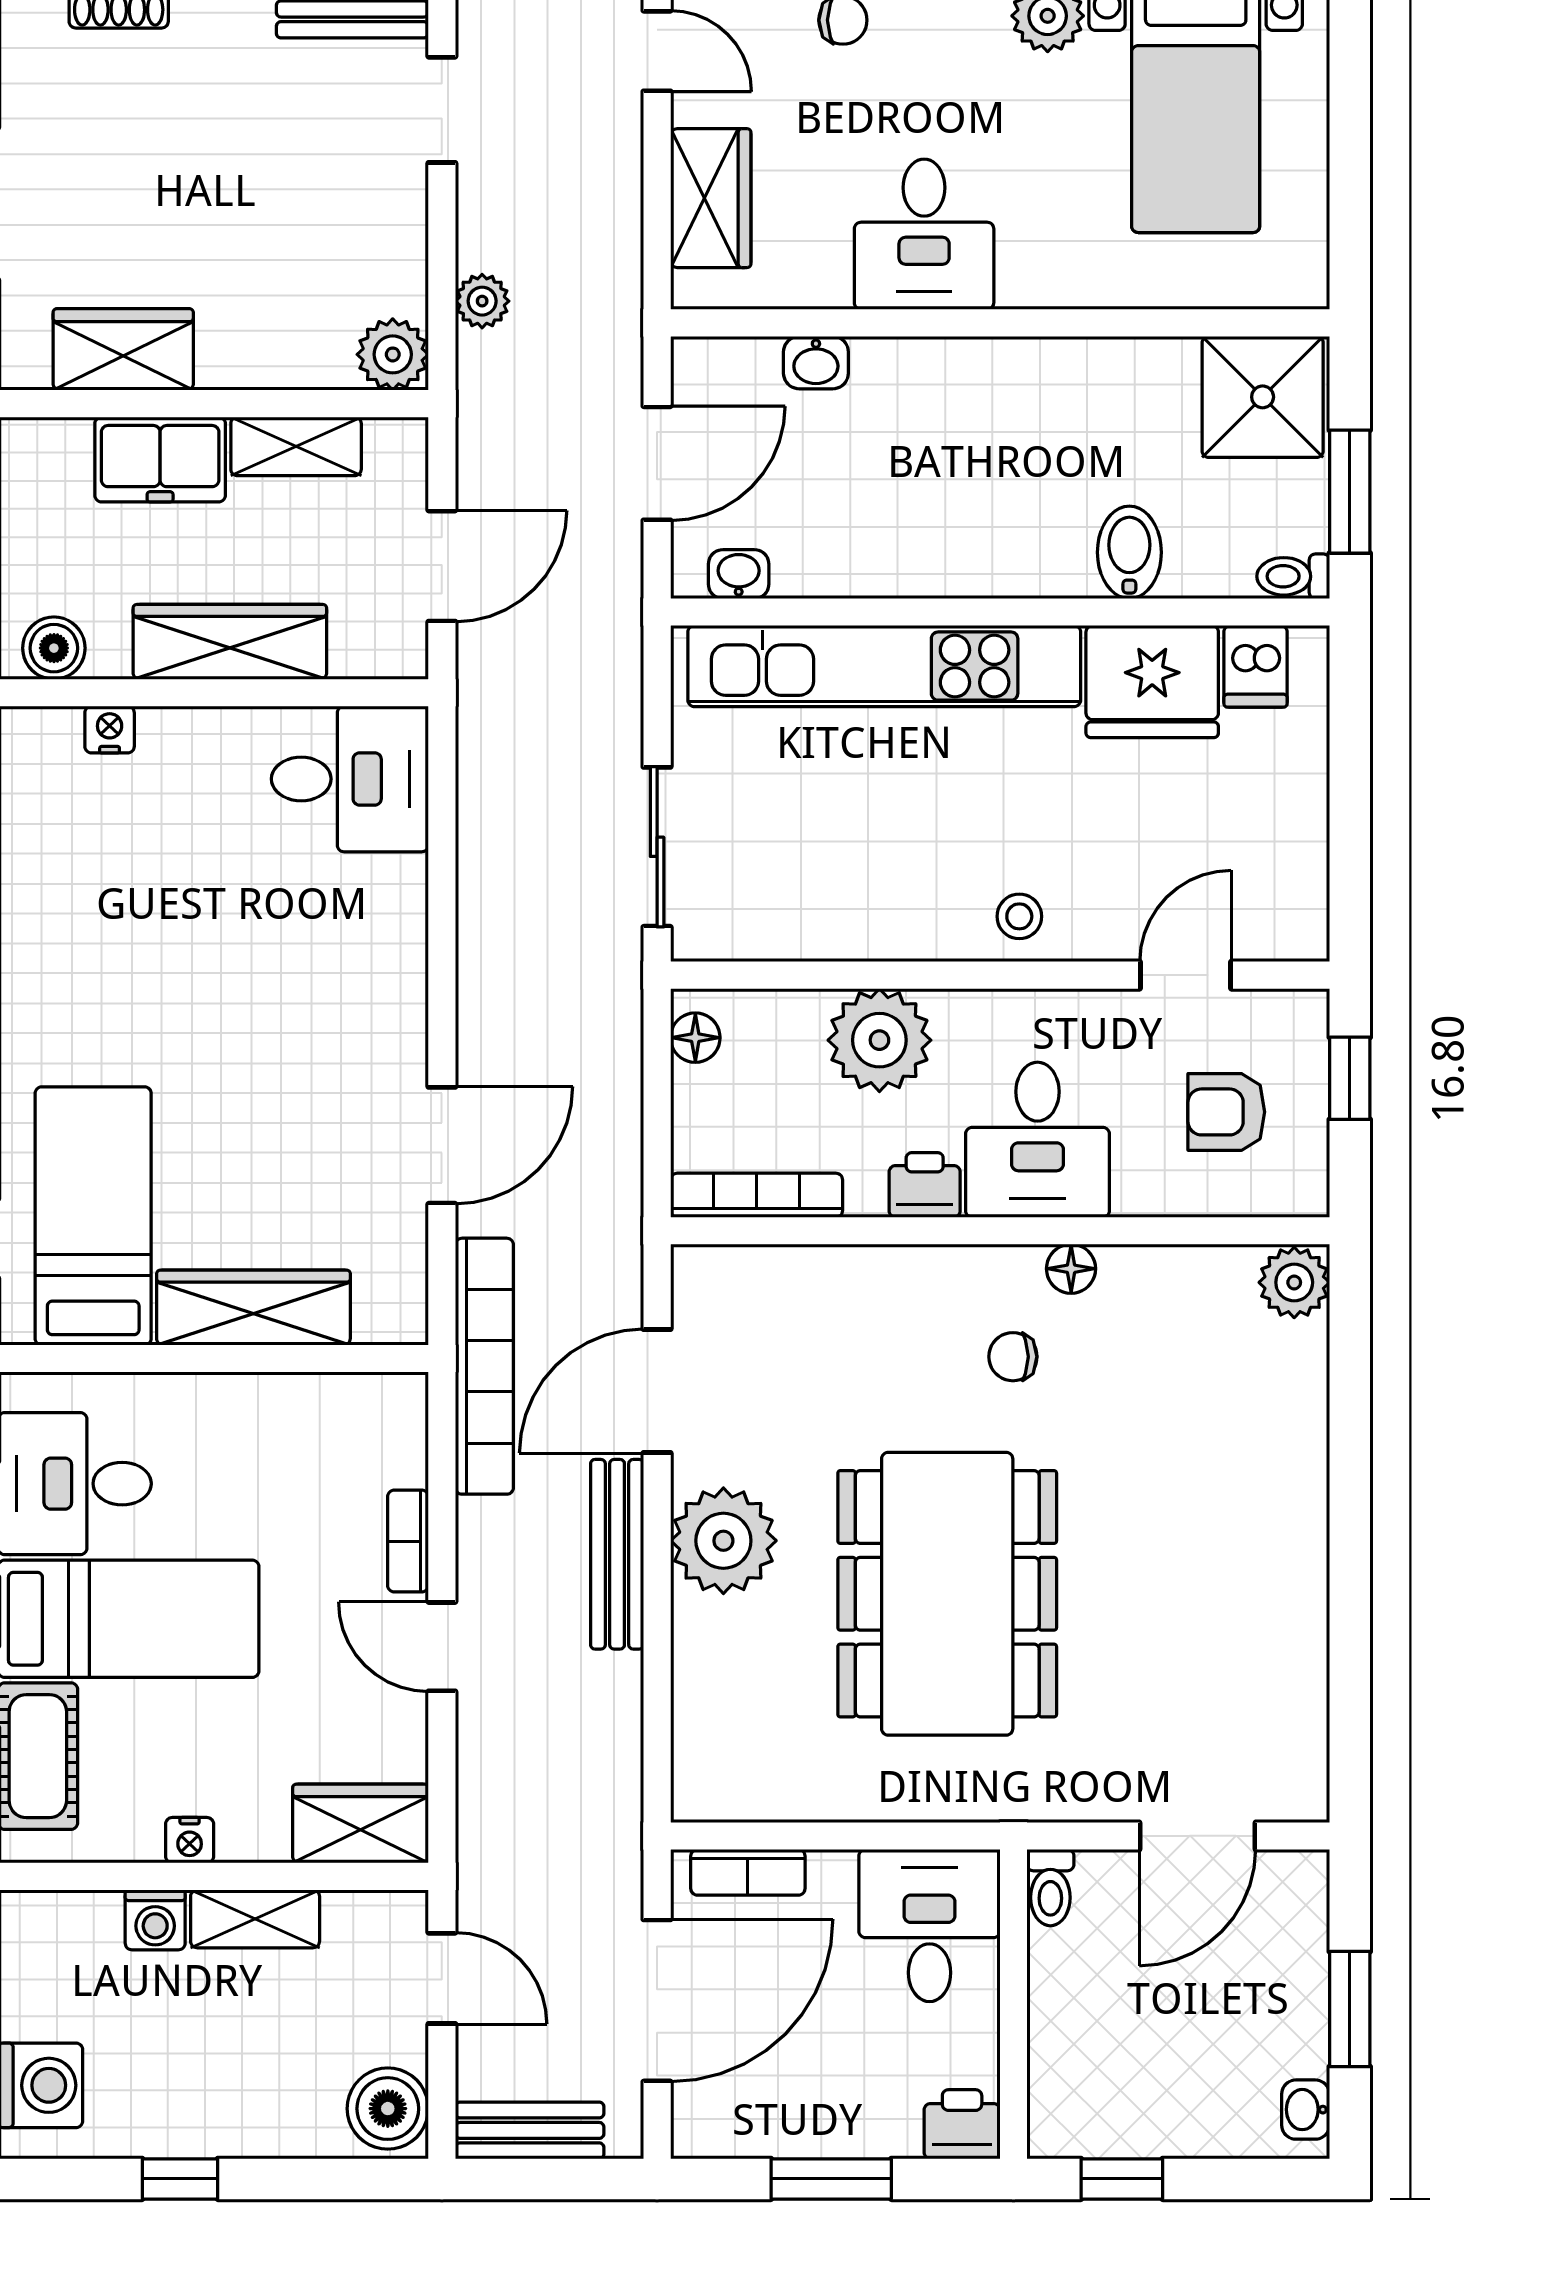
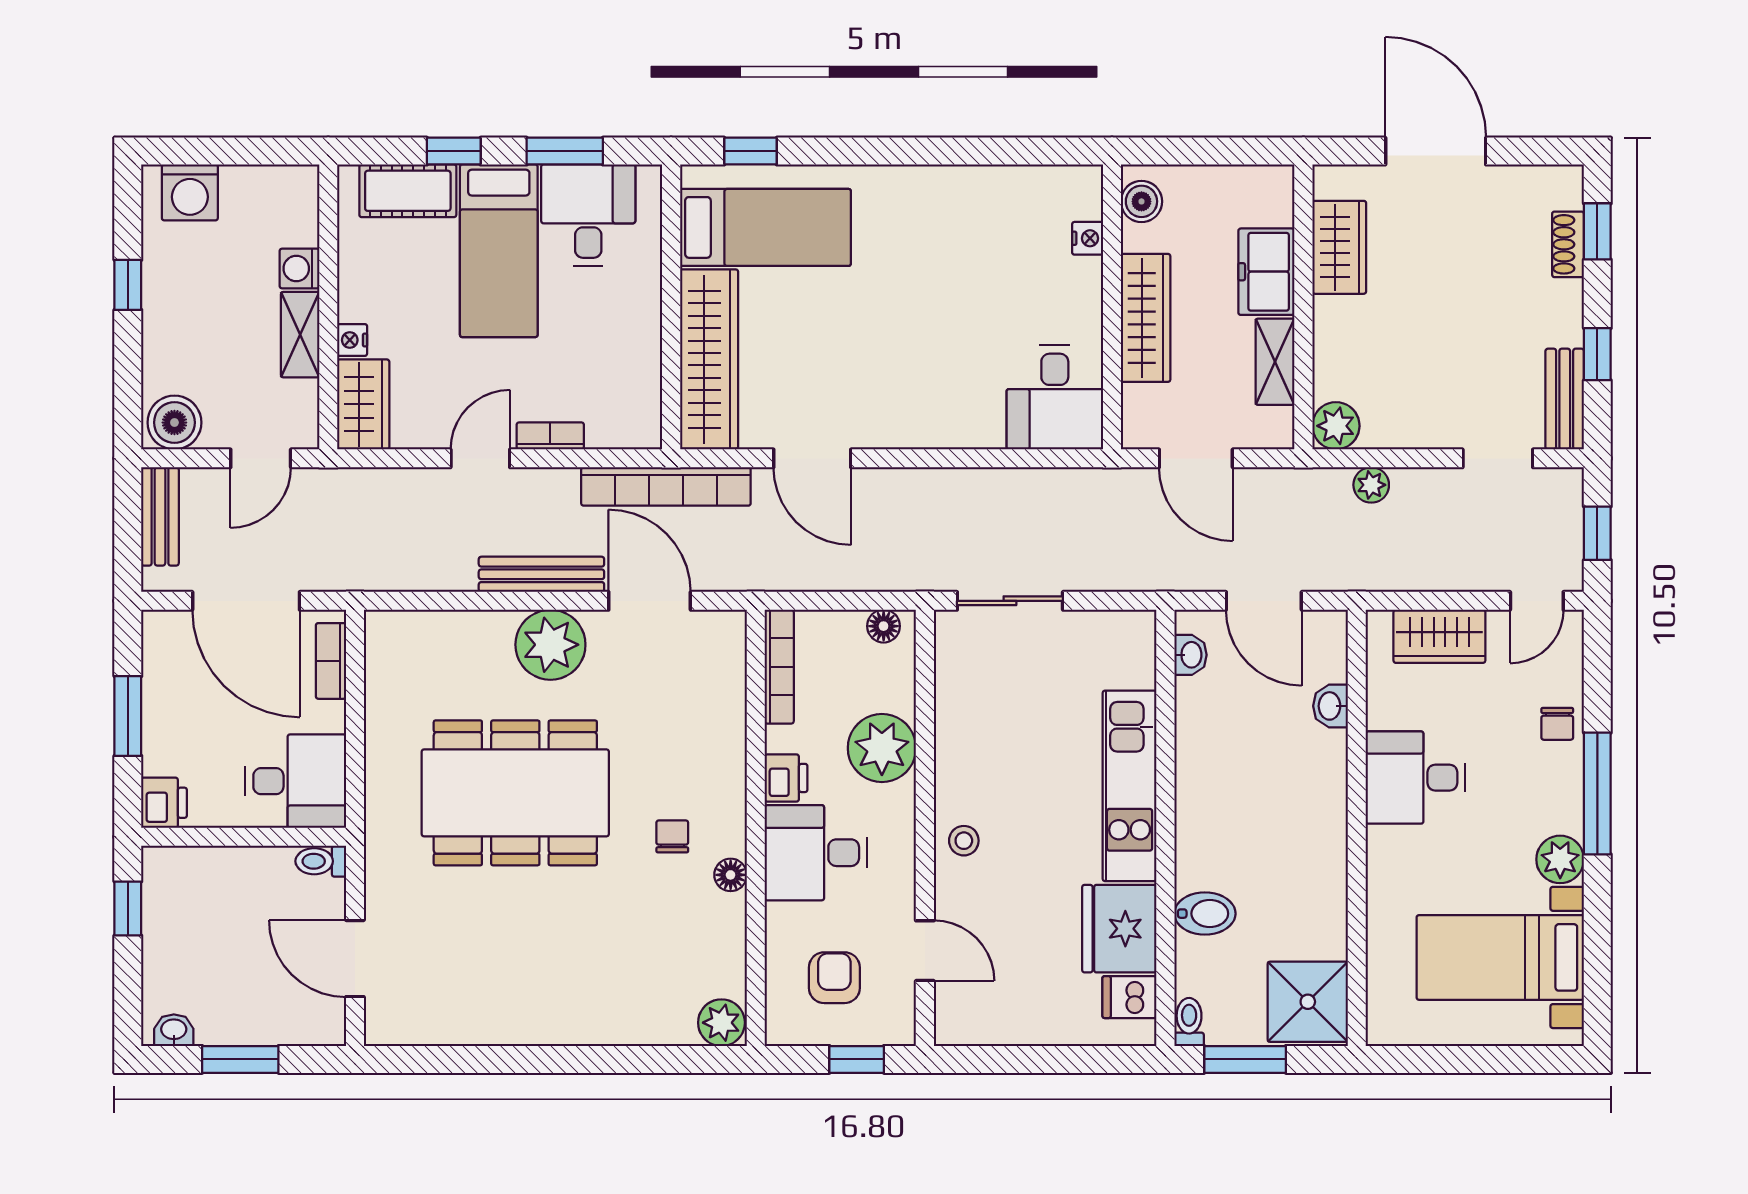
kitchen unit: (884, 666) -> (1130, 786), width x0.73
wardrobe: (253, 1308) -> (709, 359), width x1.40, depth x1.17
nightstand: (190, 1840) -> (352, 340), moved

